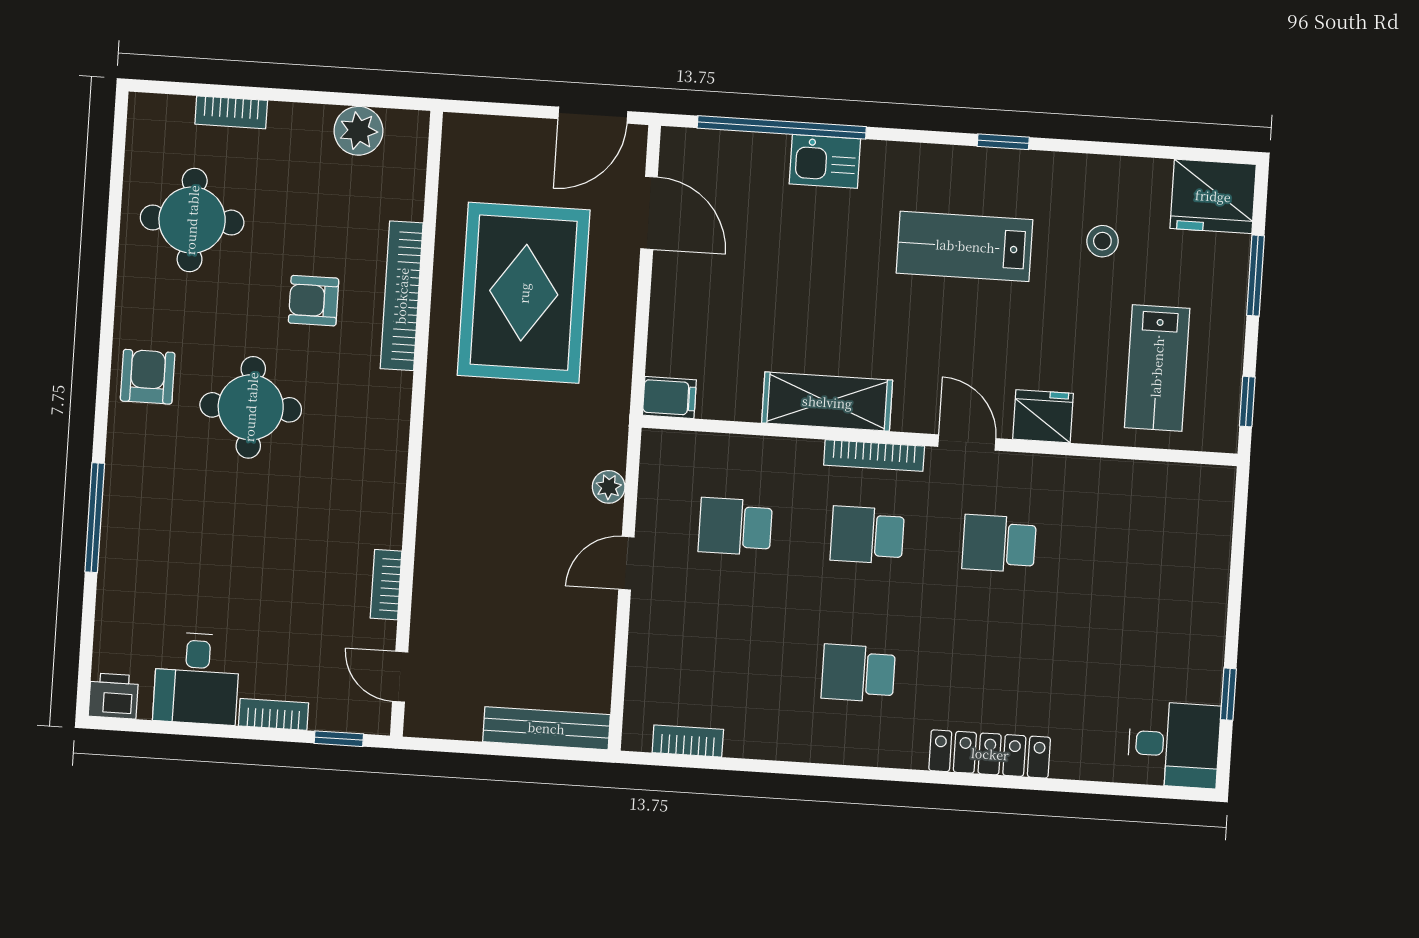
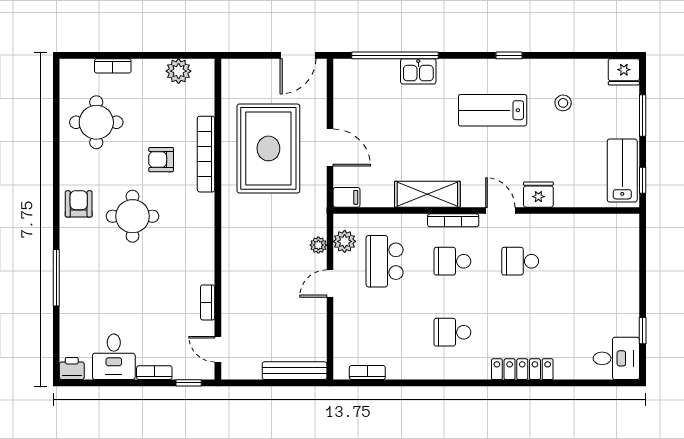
fridge: (1213, 196) -> (624, 72), width x0.73, depth x0.75
door: (649, 213) -> (330, 148), moved
lab bench: (1157, 368) -> (622, 171), moved, turned 180
plant: (660, 483) -> (345, 241), added
school desk: (735, 527) -> (385, 261), width x1.85

